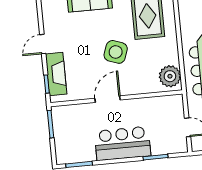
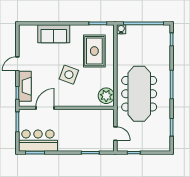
door: (108, 99) -> (45, 108), moved
bar counter: (123, 143) -> (38, 141), moved

